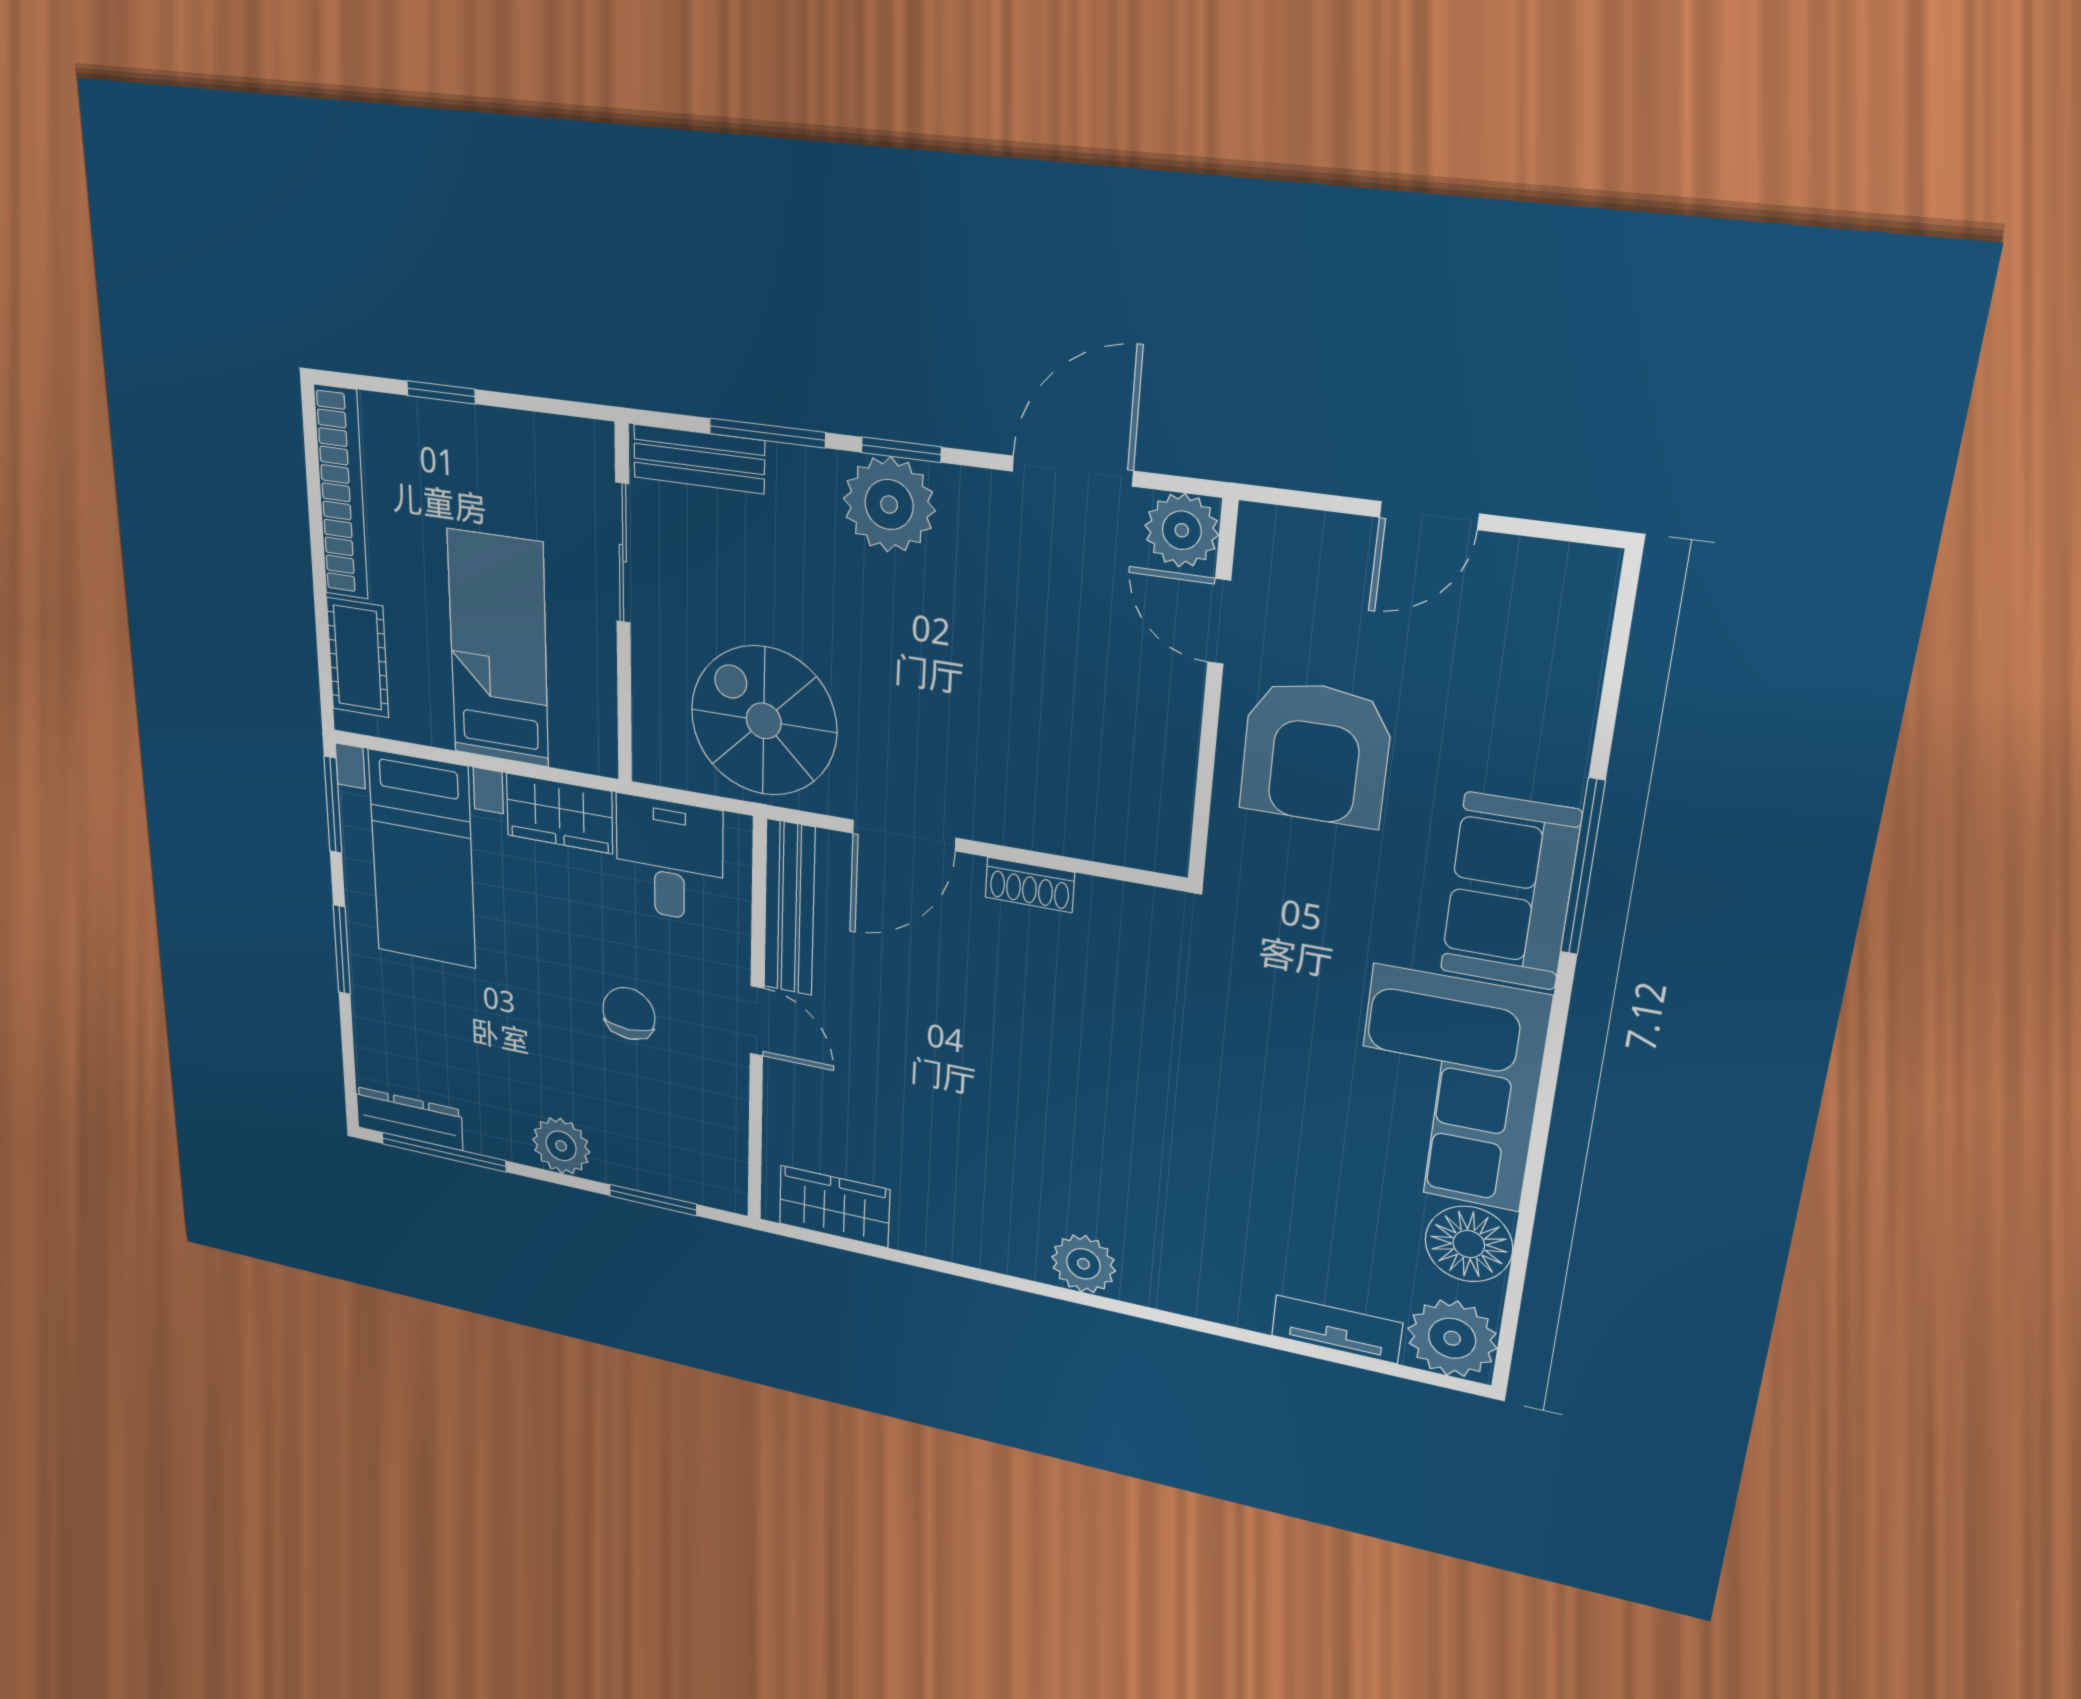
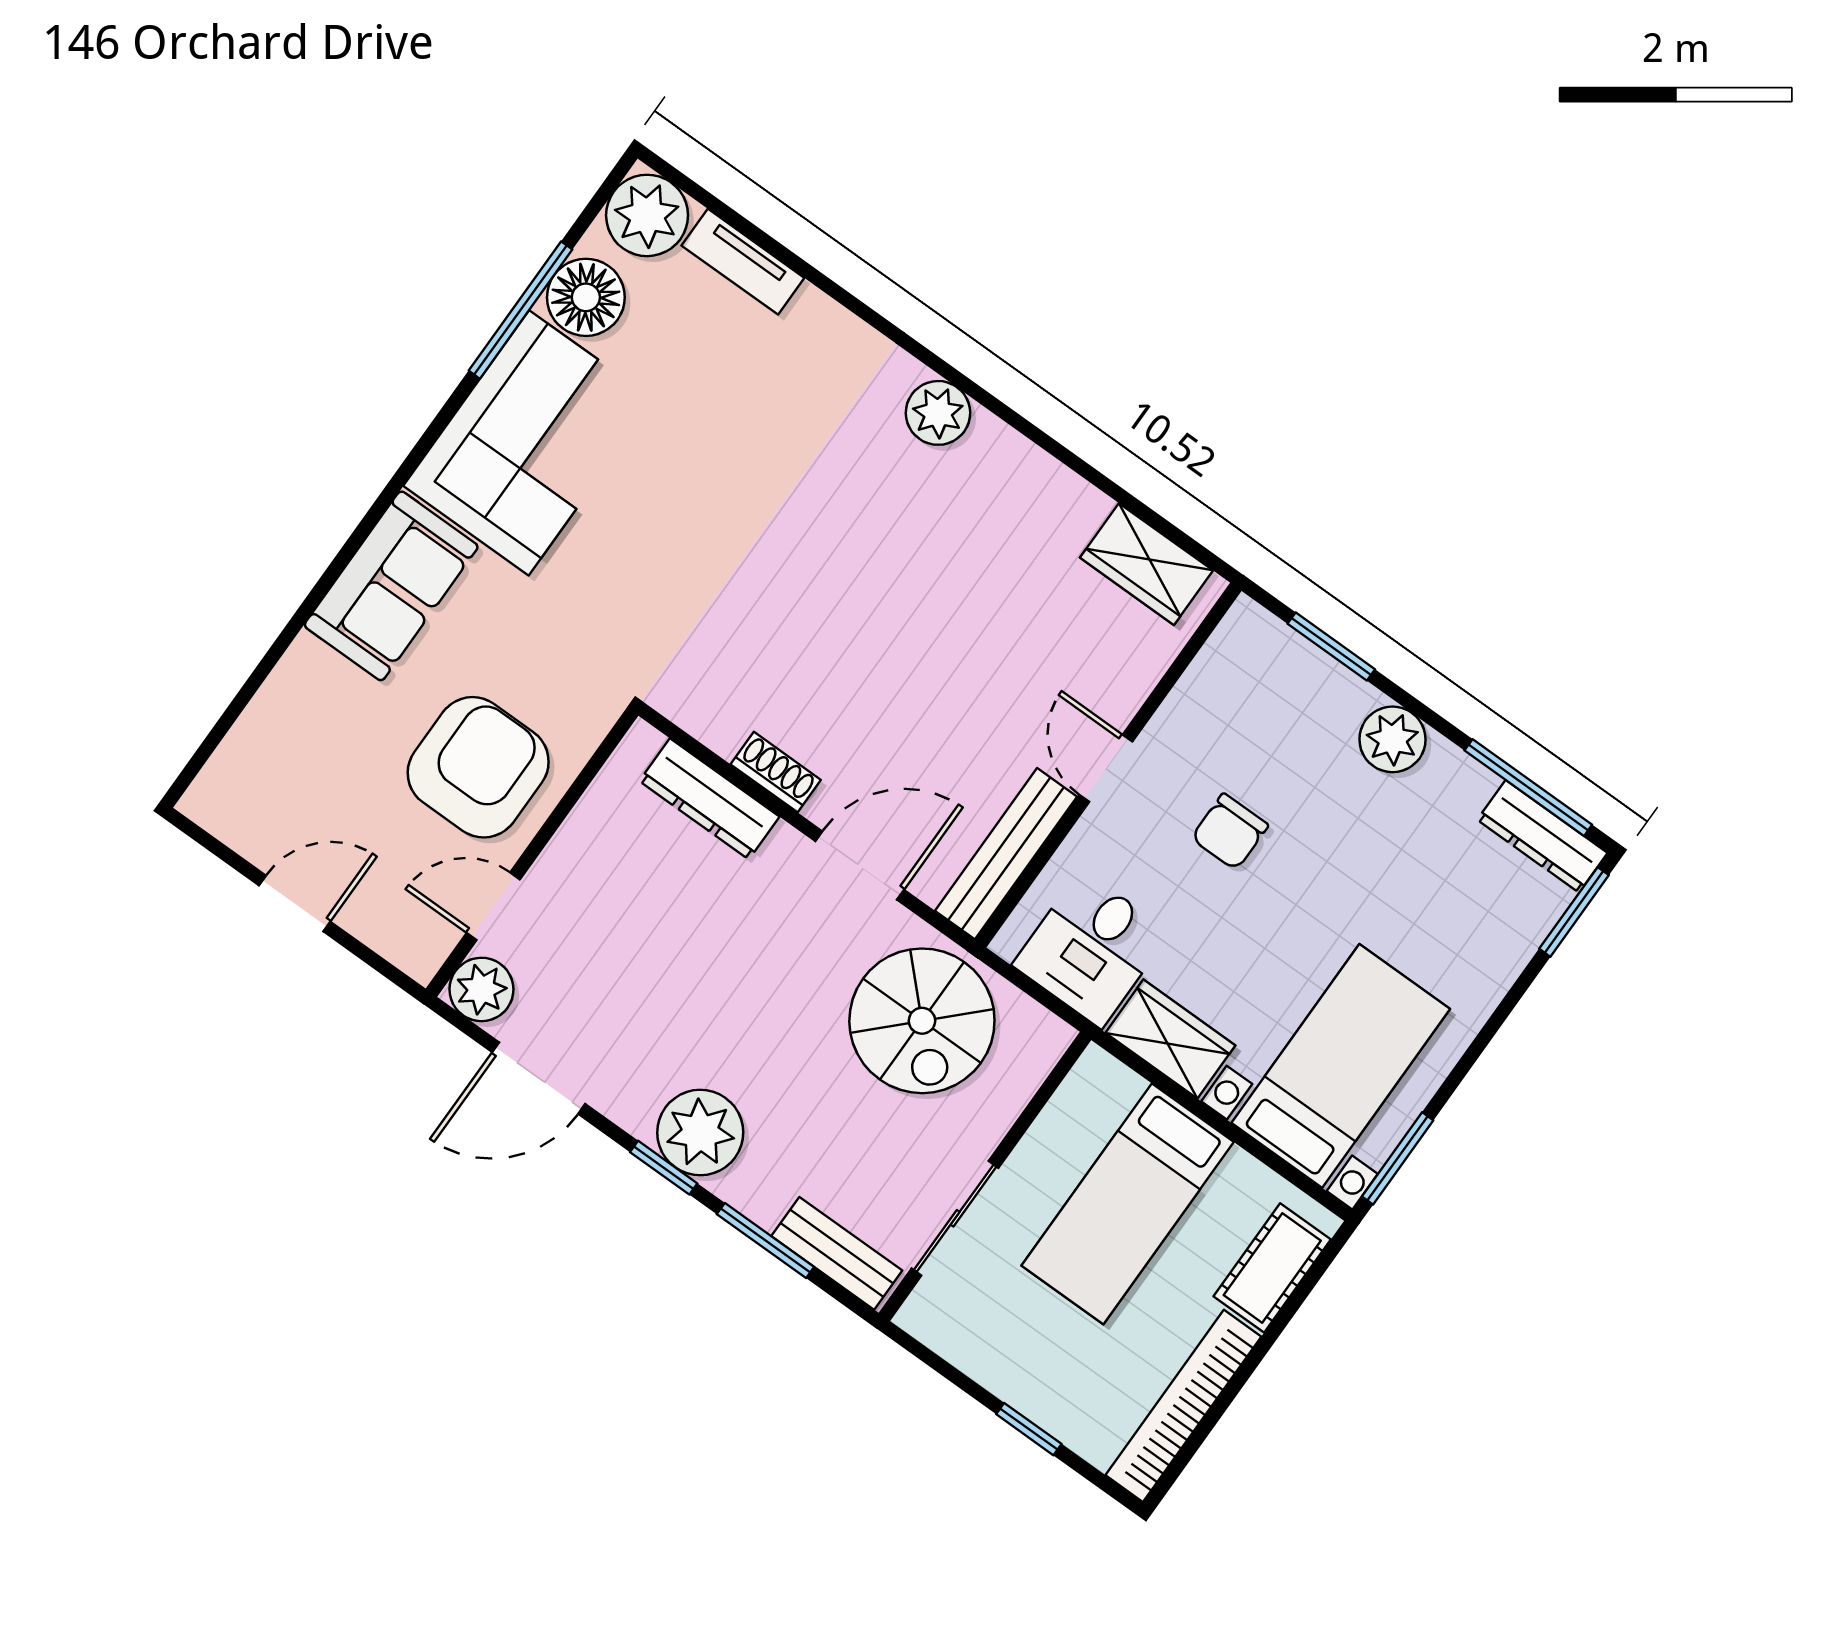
door: (1219, 621) -> (493, 906), swing flipped
dresser: (1075, 831) -> (709, 799), added
window: (1583, 867) -> (521, 310), moved
window: (342, 950) -> (1574, 912), moved

